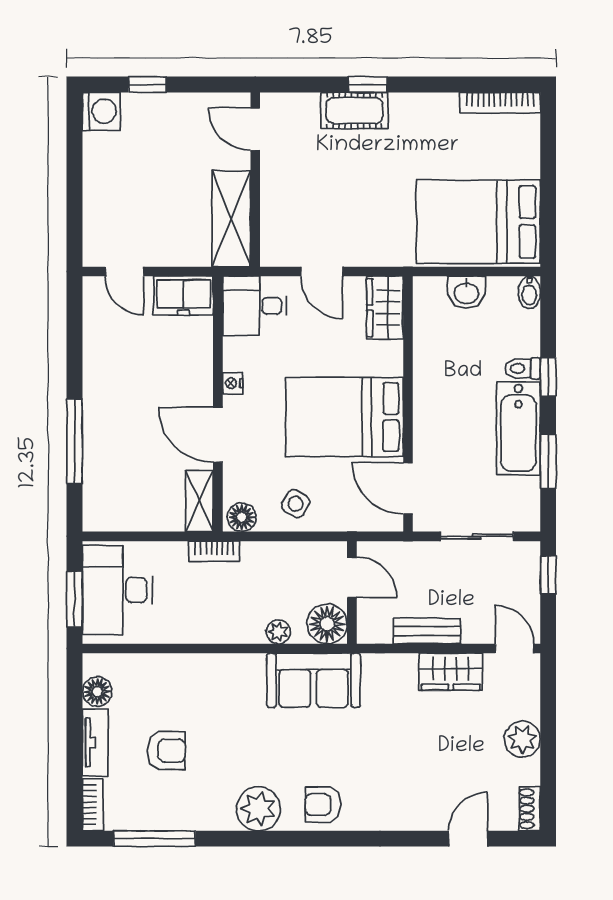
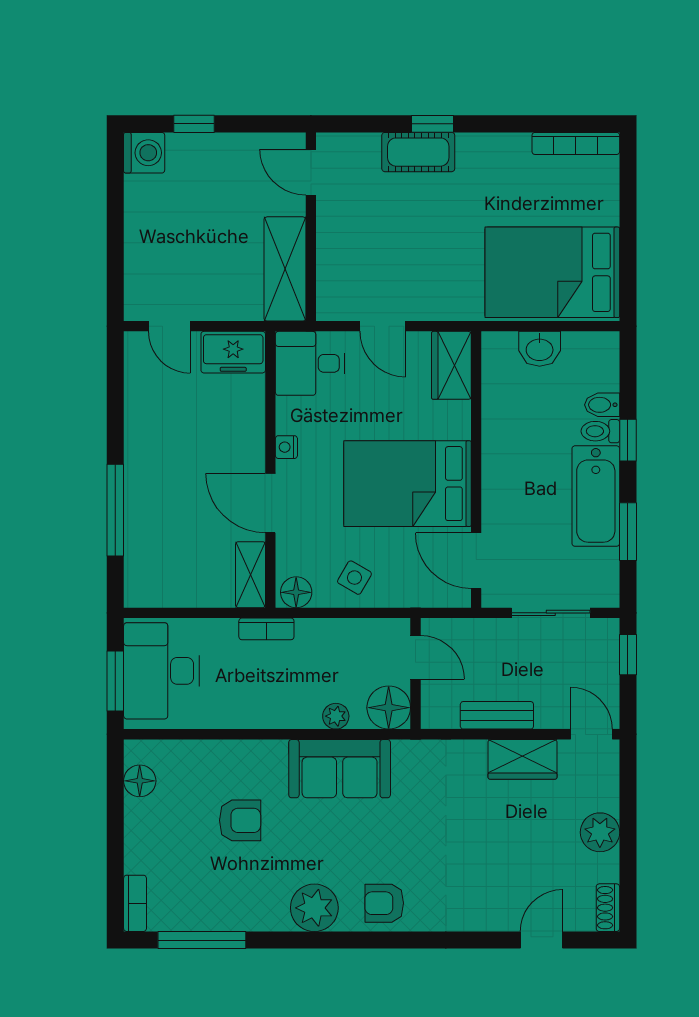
bidet: (529, 292) -> (602, 405), moved, turned 90
sofa: (314, 680) -> (340, 769), moved
tv unit: (95, 742) -> (138, 836), removed
armchair: (166, 751) -> (240, 820), moved

